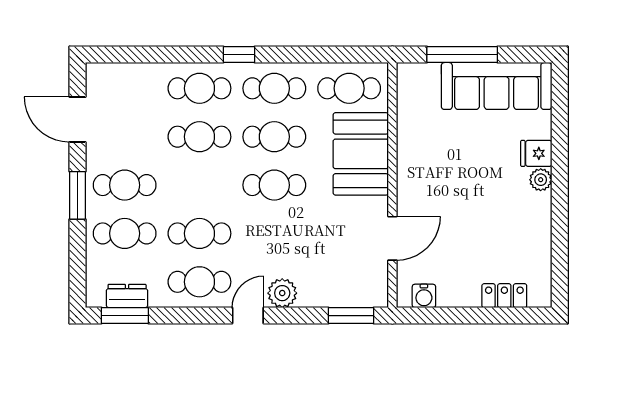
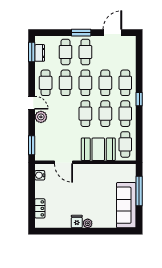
fridge: (536, 153) -> (77, 222), moved
cafe table: (199, 185) -> (85, 83), added

